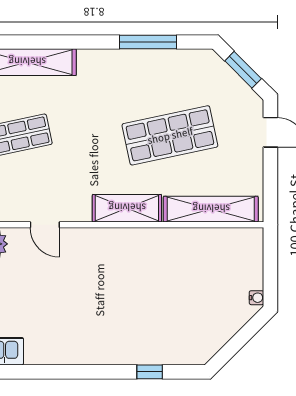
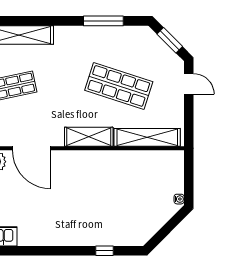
shop shelf: (170, 135) -> (119, 86), turned 30
door: (45, 225) -> (32, 148), width x1.87

